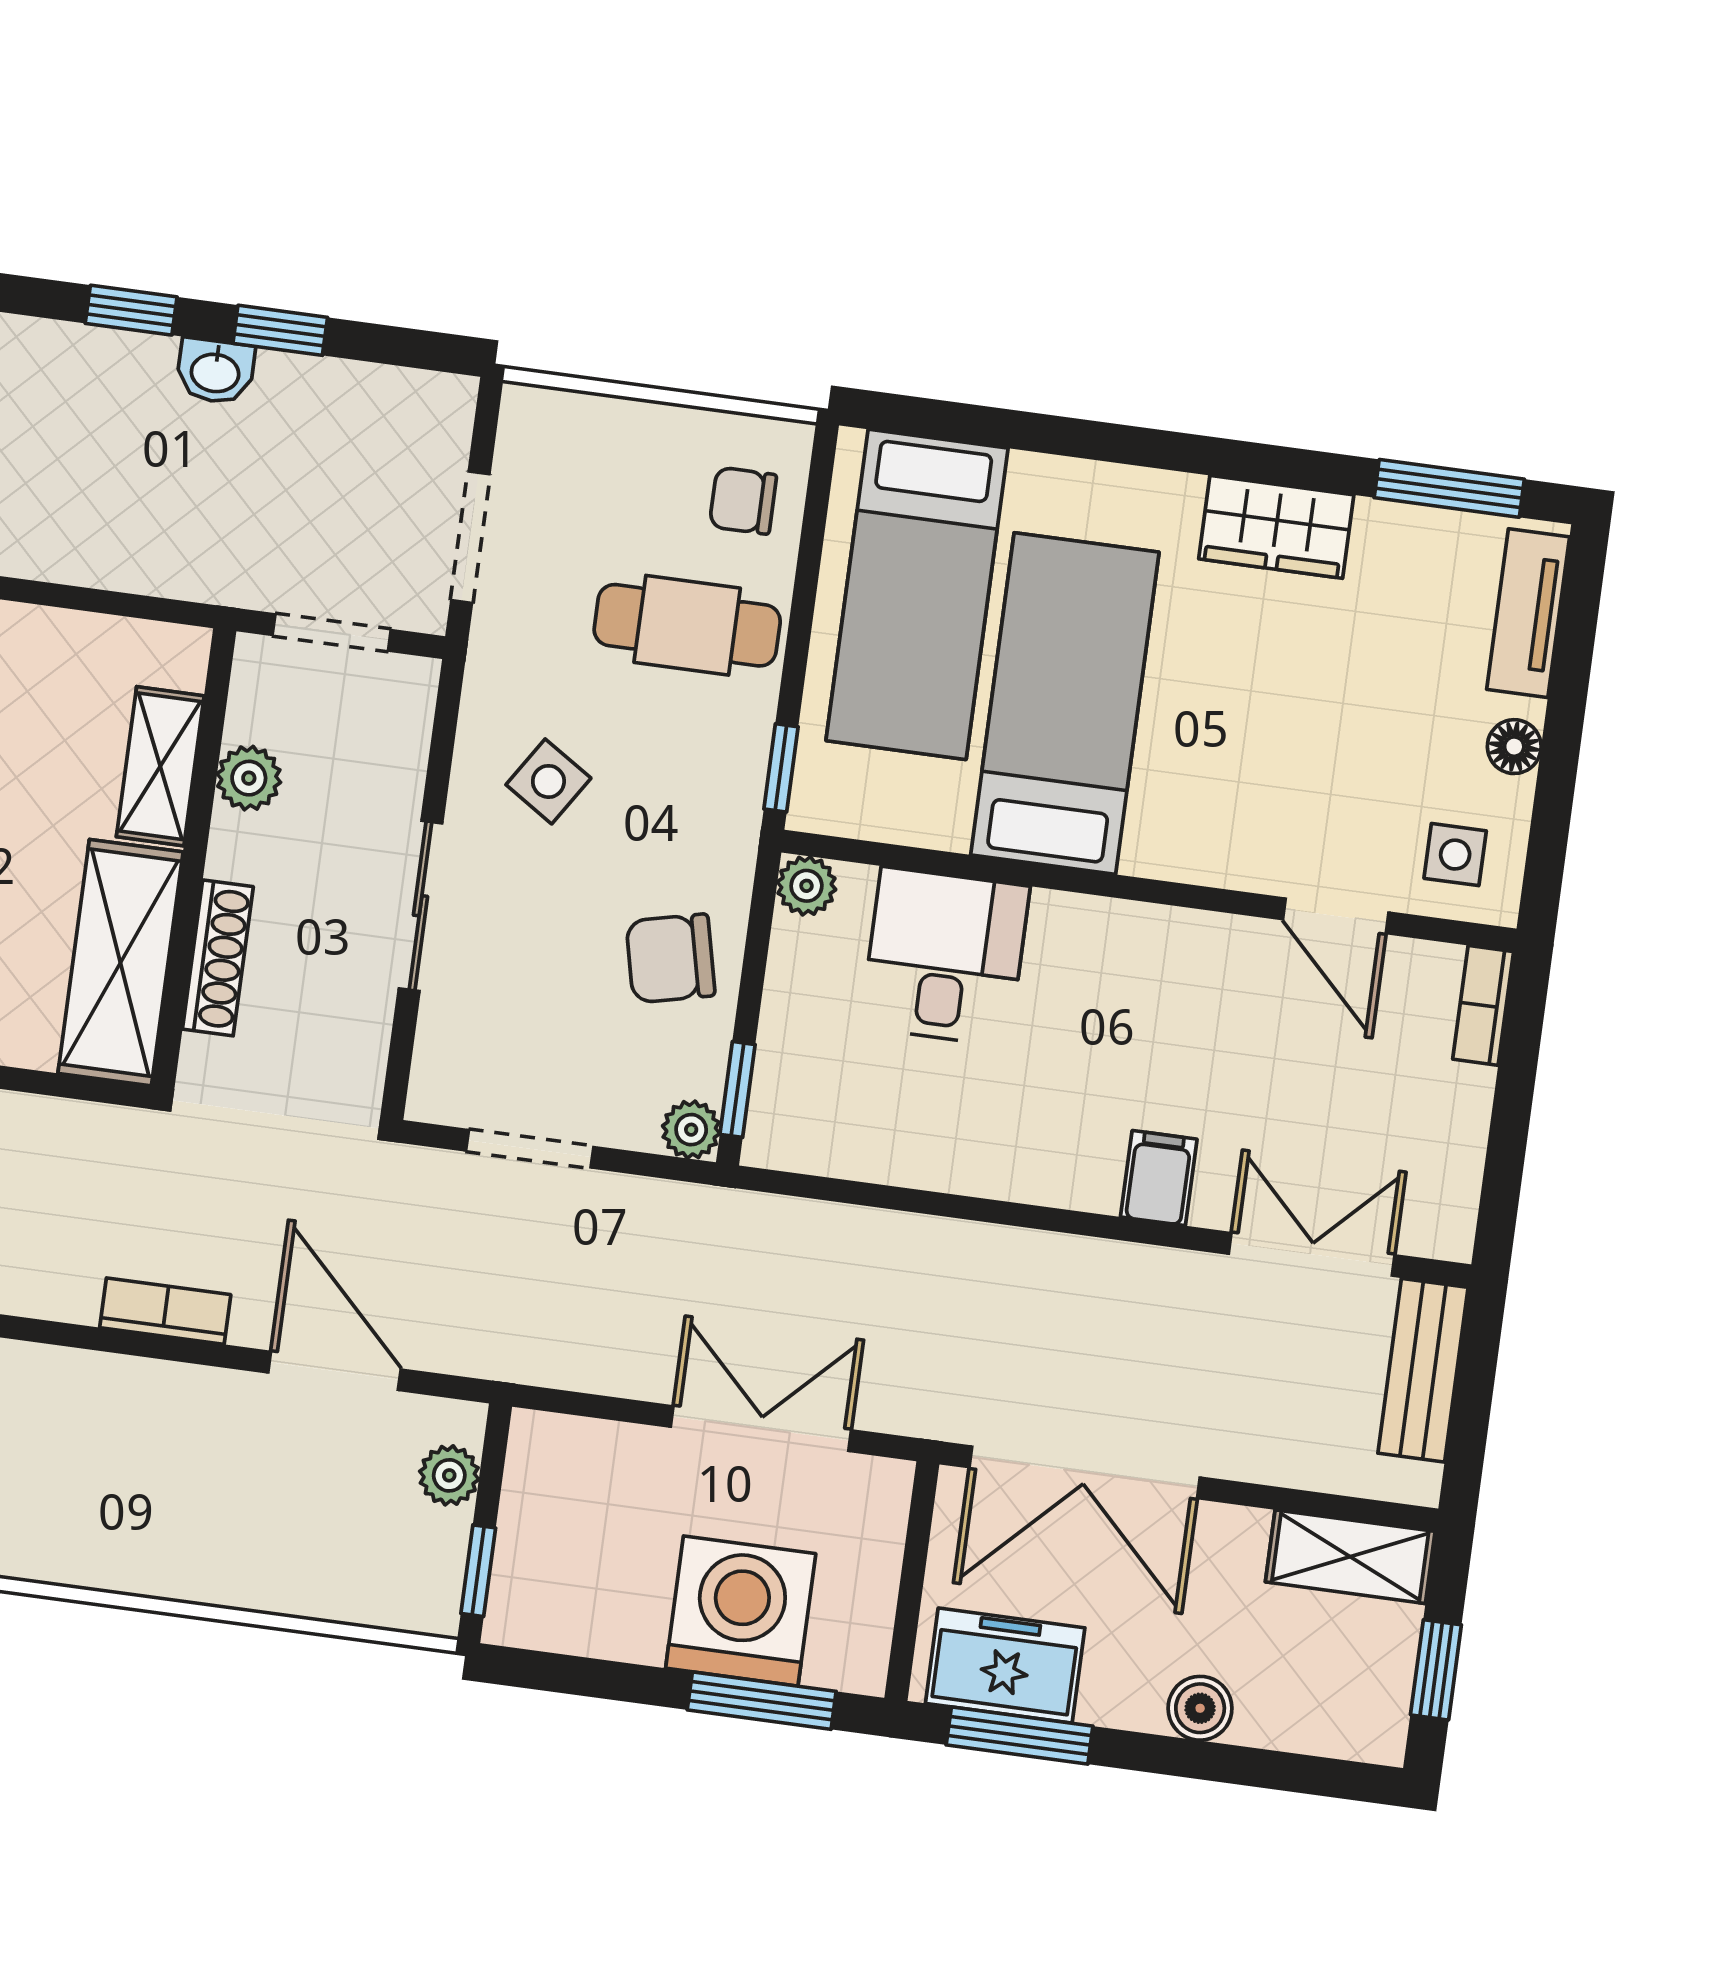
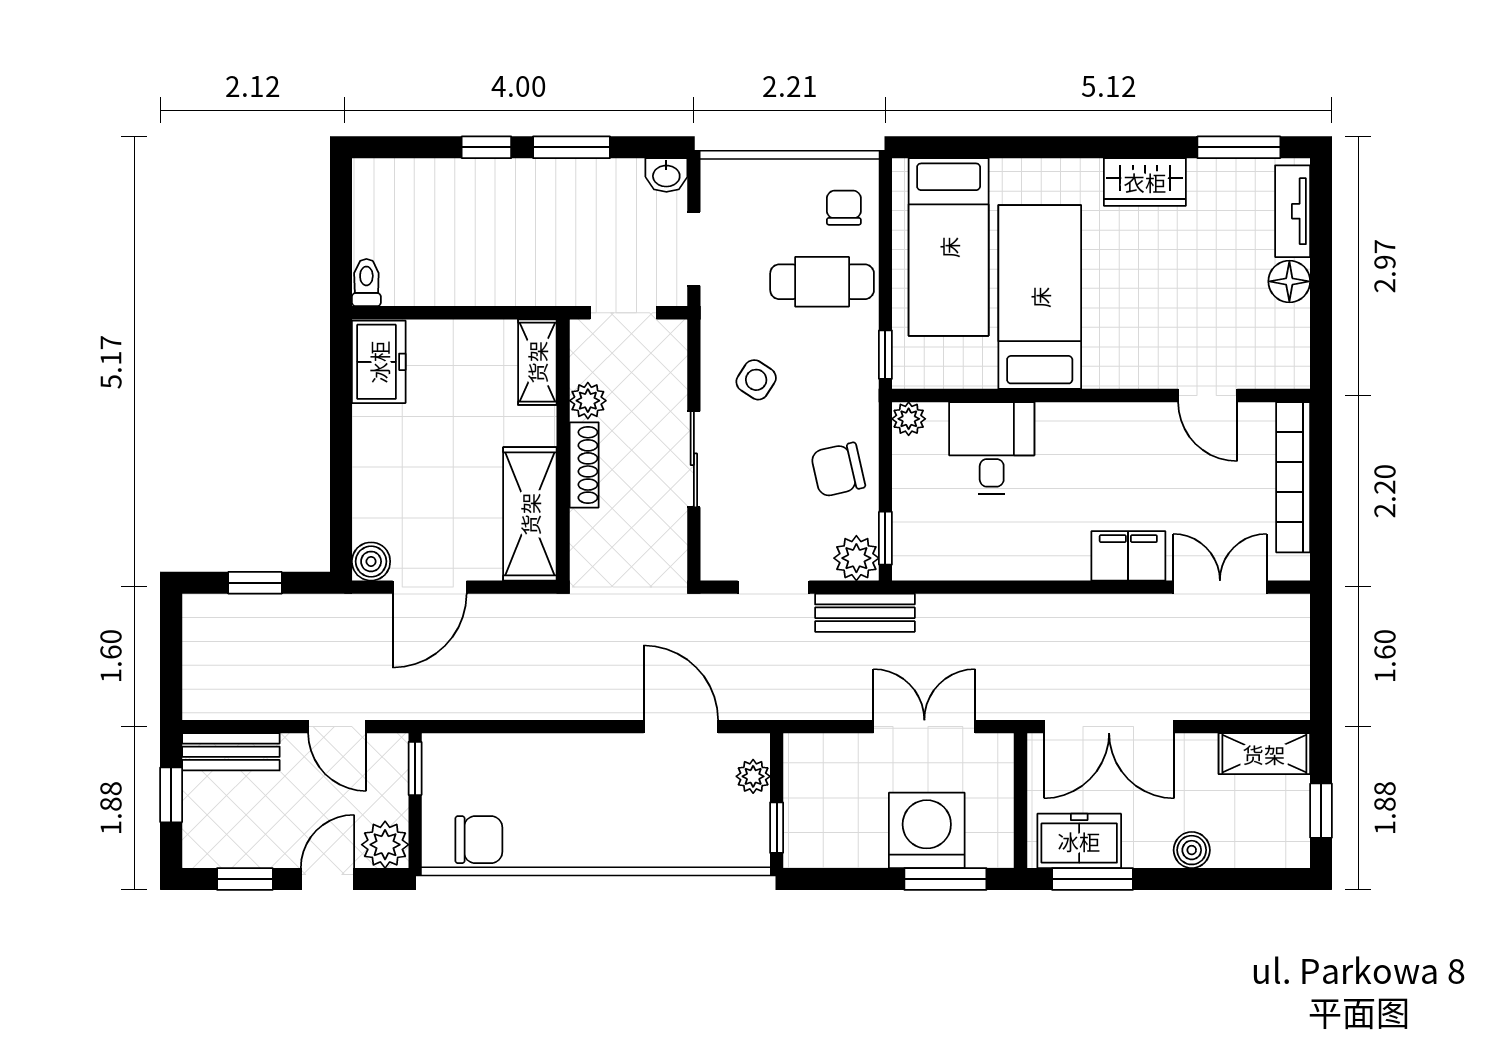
window: (280, 330) -> (572, 147), width x1.50
washbasin: (215, 371) -> (666, 175), moved
chair: (743, 501) -> (844, 208), turned 90
floor lamp: (1514, 747) -> (1289, 281), width x1.37, depth x1.37
shelving: (160, 766) -> (537, 362), moved
side table: (1455, 855) -> (1270, 352), removed
shoe rack: (218, 958) -> (584, 465), moved
bookcase: (1483, 1005) -> (1293, 477), width x2.31, depth x1.31
plant: (691, 1130) -> (856, 558), width x1.38, depth x1.38
filing cabinet: (1159, 1178) -> (1128, 556), width x2.00
bookcase: (165, 1311) -> (581, 706), removed
bench: (1423, 1370) -> (865, 613), moved, turned 90

